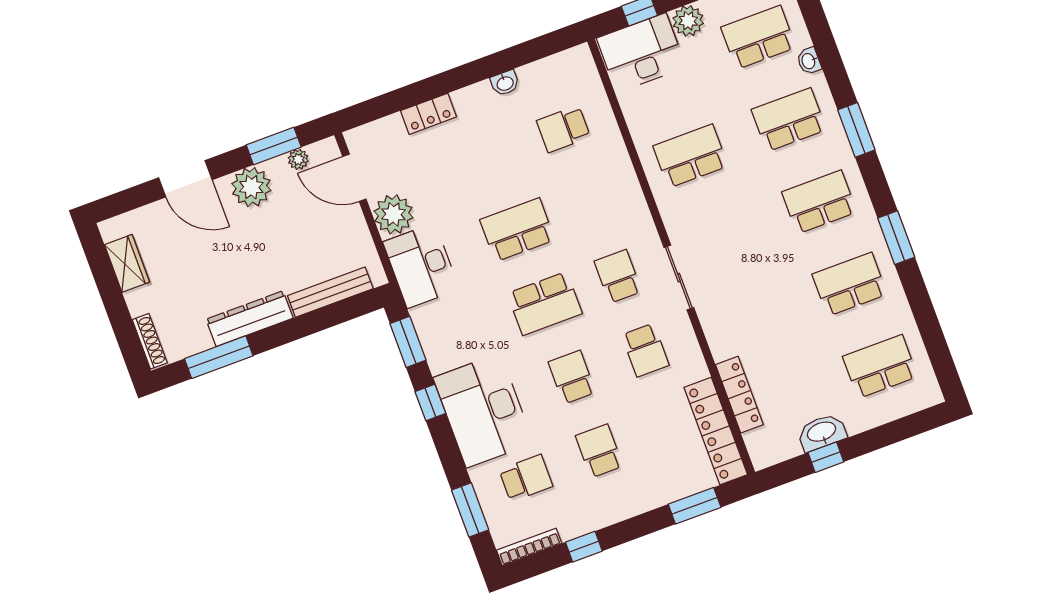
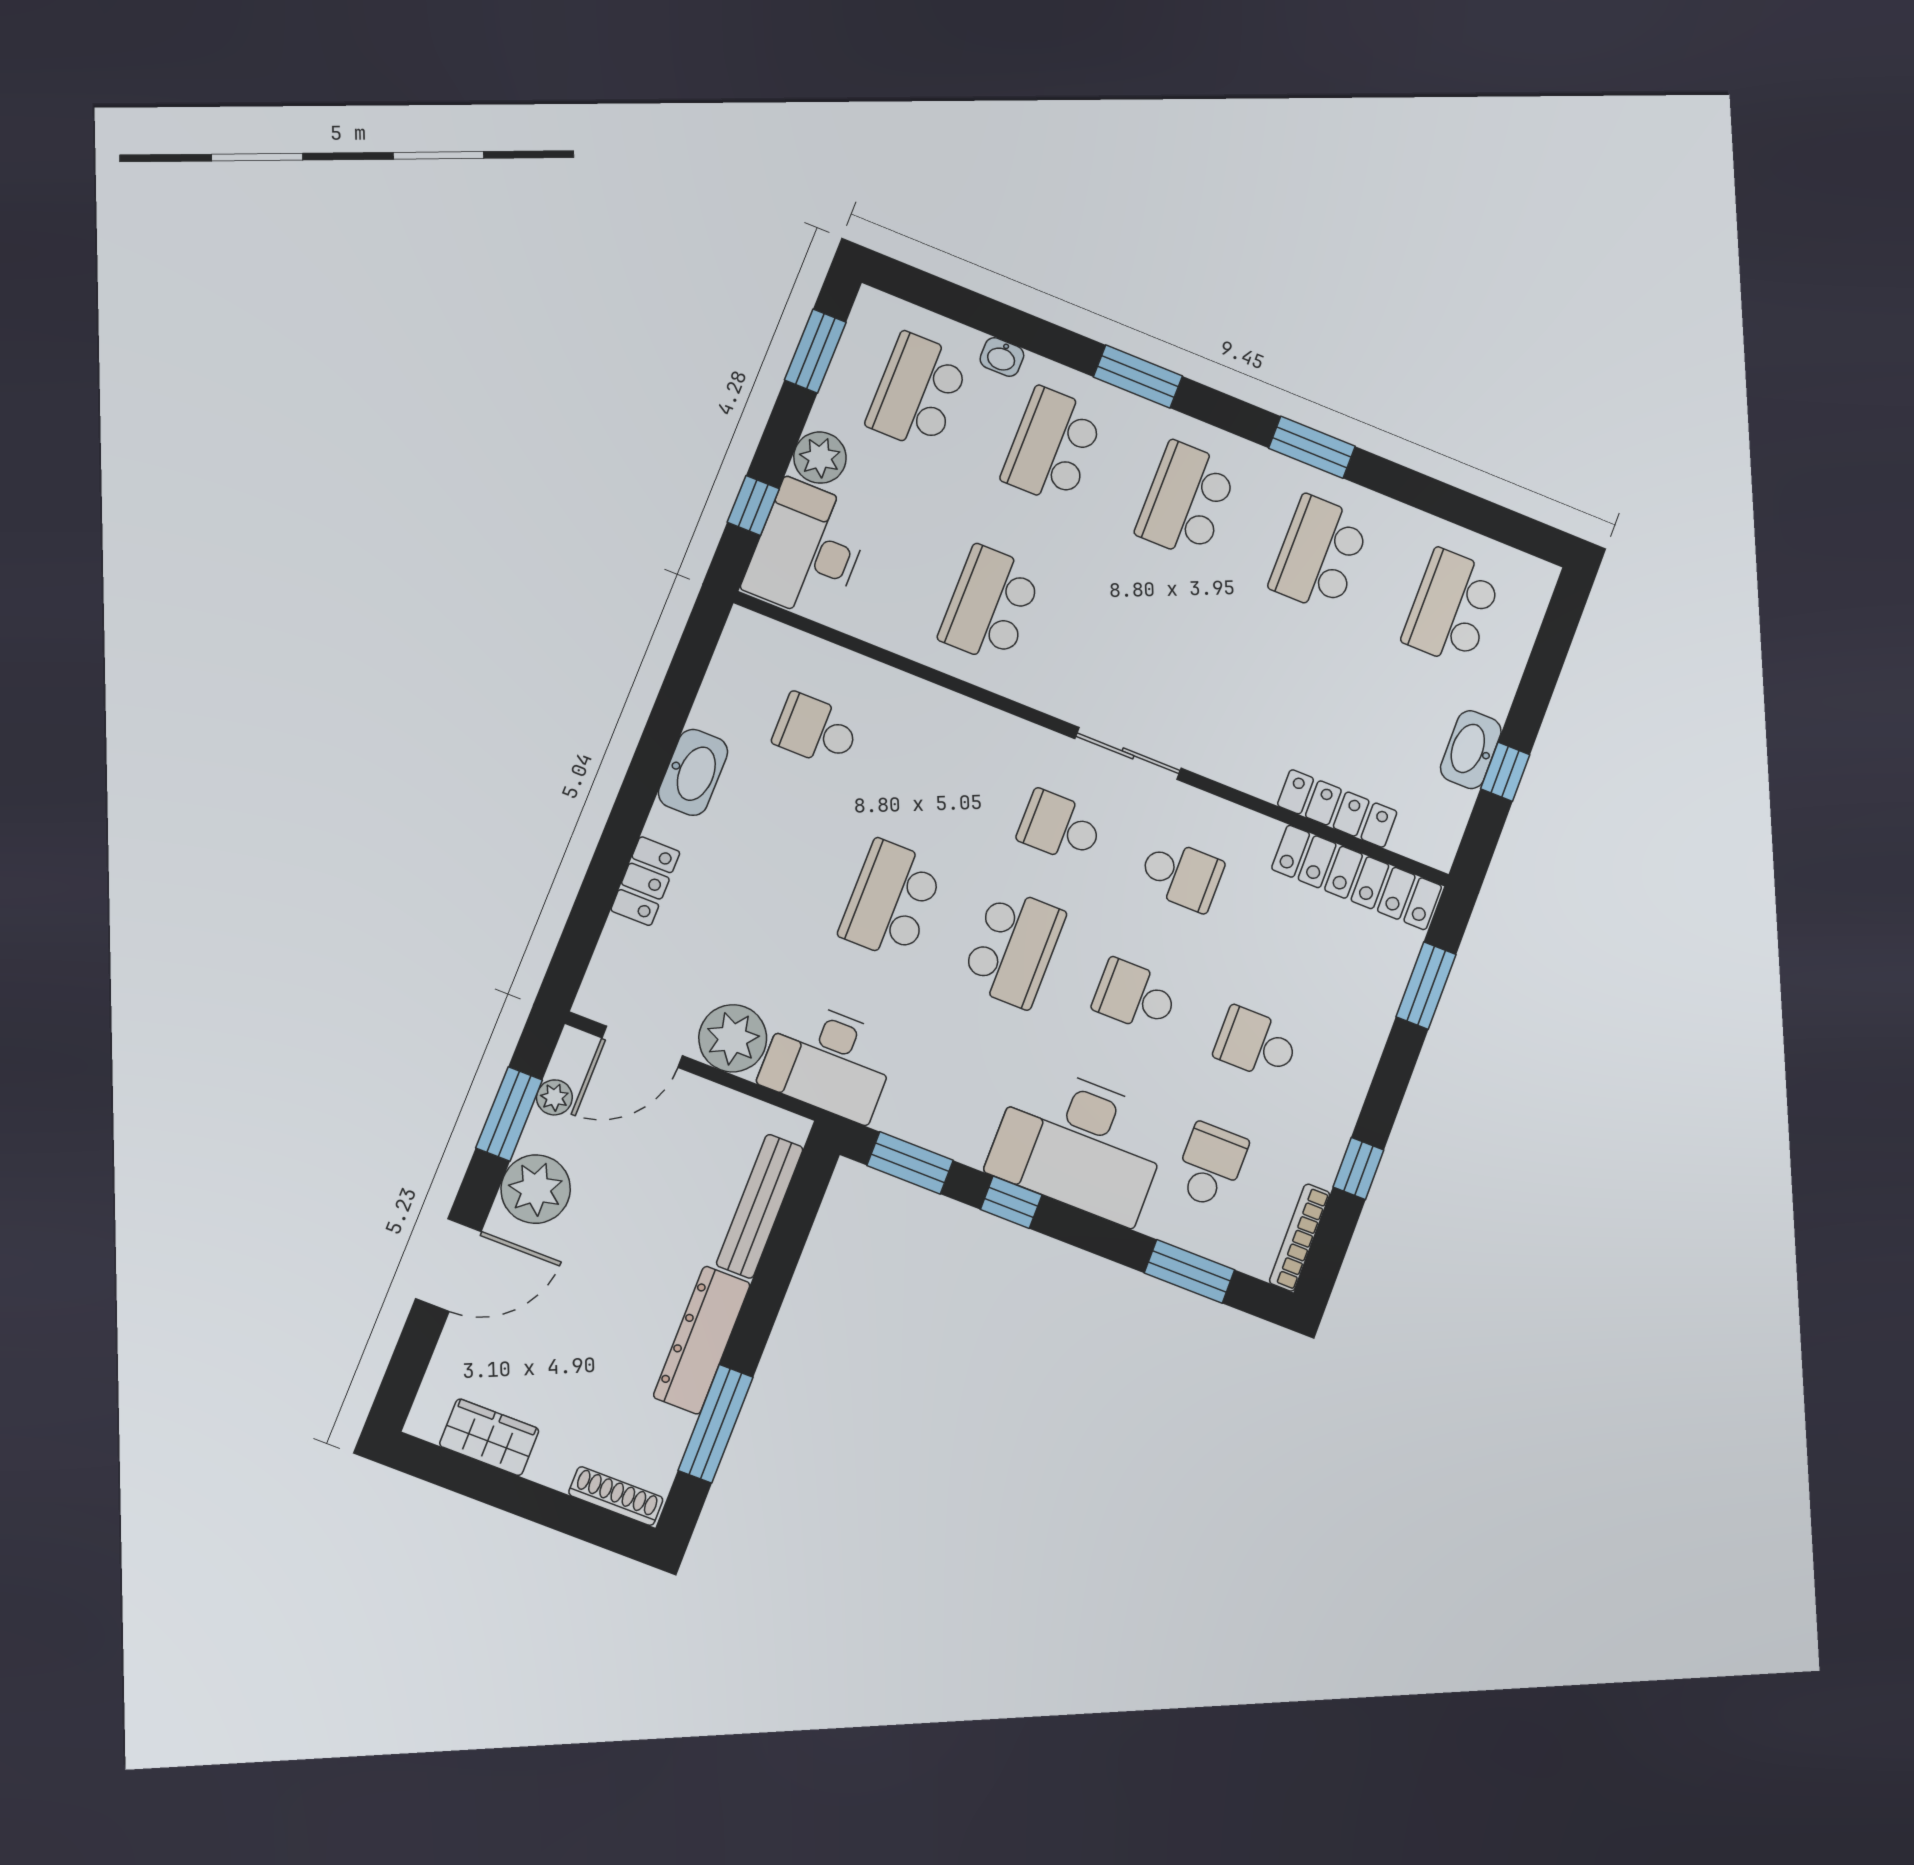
washbasin: (505, 83) -> (693, 772), width x1.91, depth x1.45
school desk: (563, 129) -> (816, 730), turned 90

